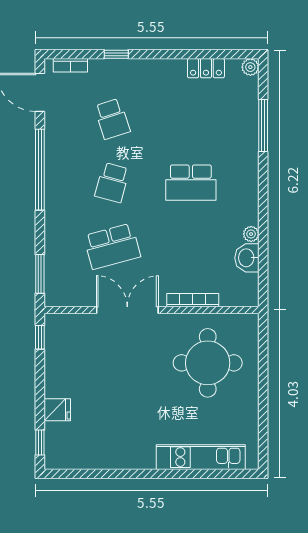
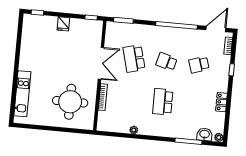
locker: (206, 68) -> (222, 102), moved
washbasin: (247, 258) -> (205, 134), moved
fridge: (57, 410) -> (63, 24), moved

